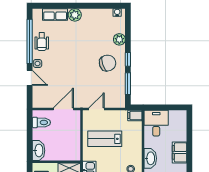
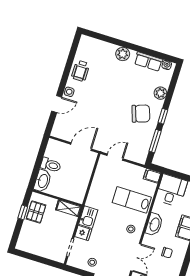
row of seats: (55, 14) -> (148, 62), moved
window: (30, 41) -> (68, 67), removed
door: (30, 78) -> (57, 104), hinge flipped
toilet: (41, 122) -> (51, 165), moved
lab bench: (105, 139) -> (132, 200), moved

